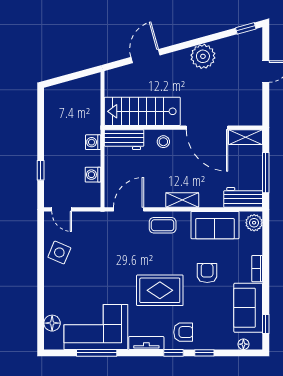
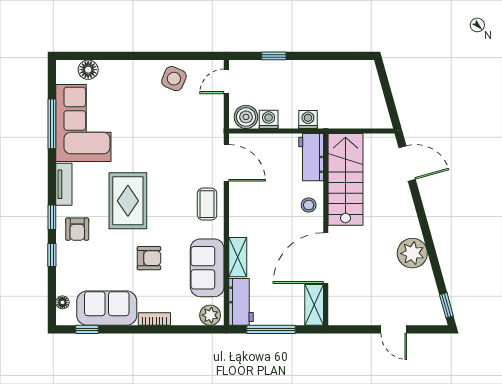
door: (145, 56) -> (407, 163), moved
boiler: (91, 193) -> (246, 117), added
shelving: (182, 200) -> (238, 257), moved

